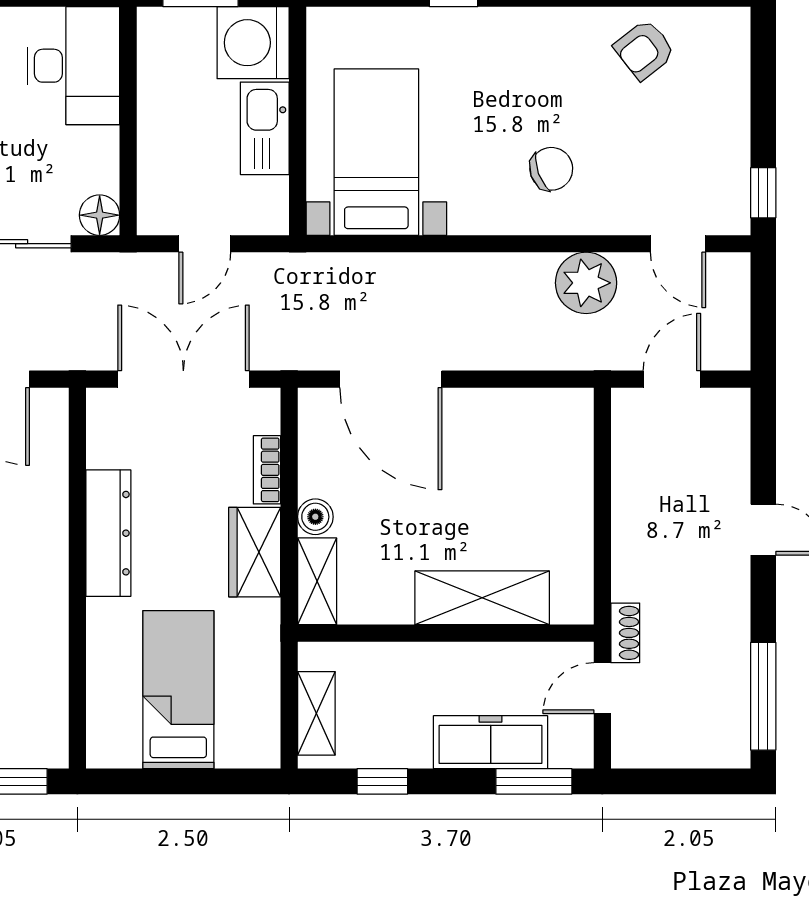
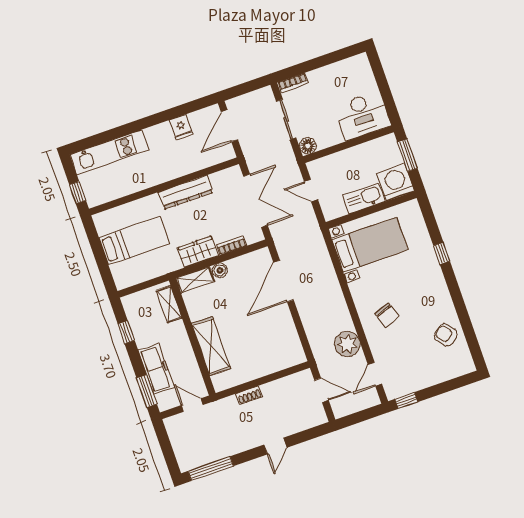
shoe rack: (625, 633) -> (249, 395), moved
shelving: (316, 713) -> (169, 304), moved, turned 90

